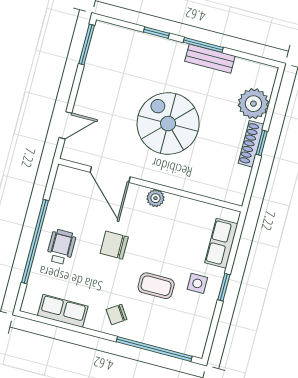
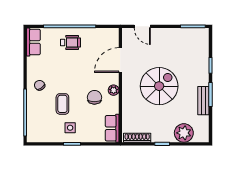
shoe rack: (251, 144) -> (137, 138), moved
row of seats: (221, 243) -> (112, 128), moved, turned -90
chair: (114, 245) -> (94, 97), moved
row of seats: (63, 311) -> (33, 42), moved

